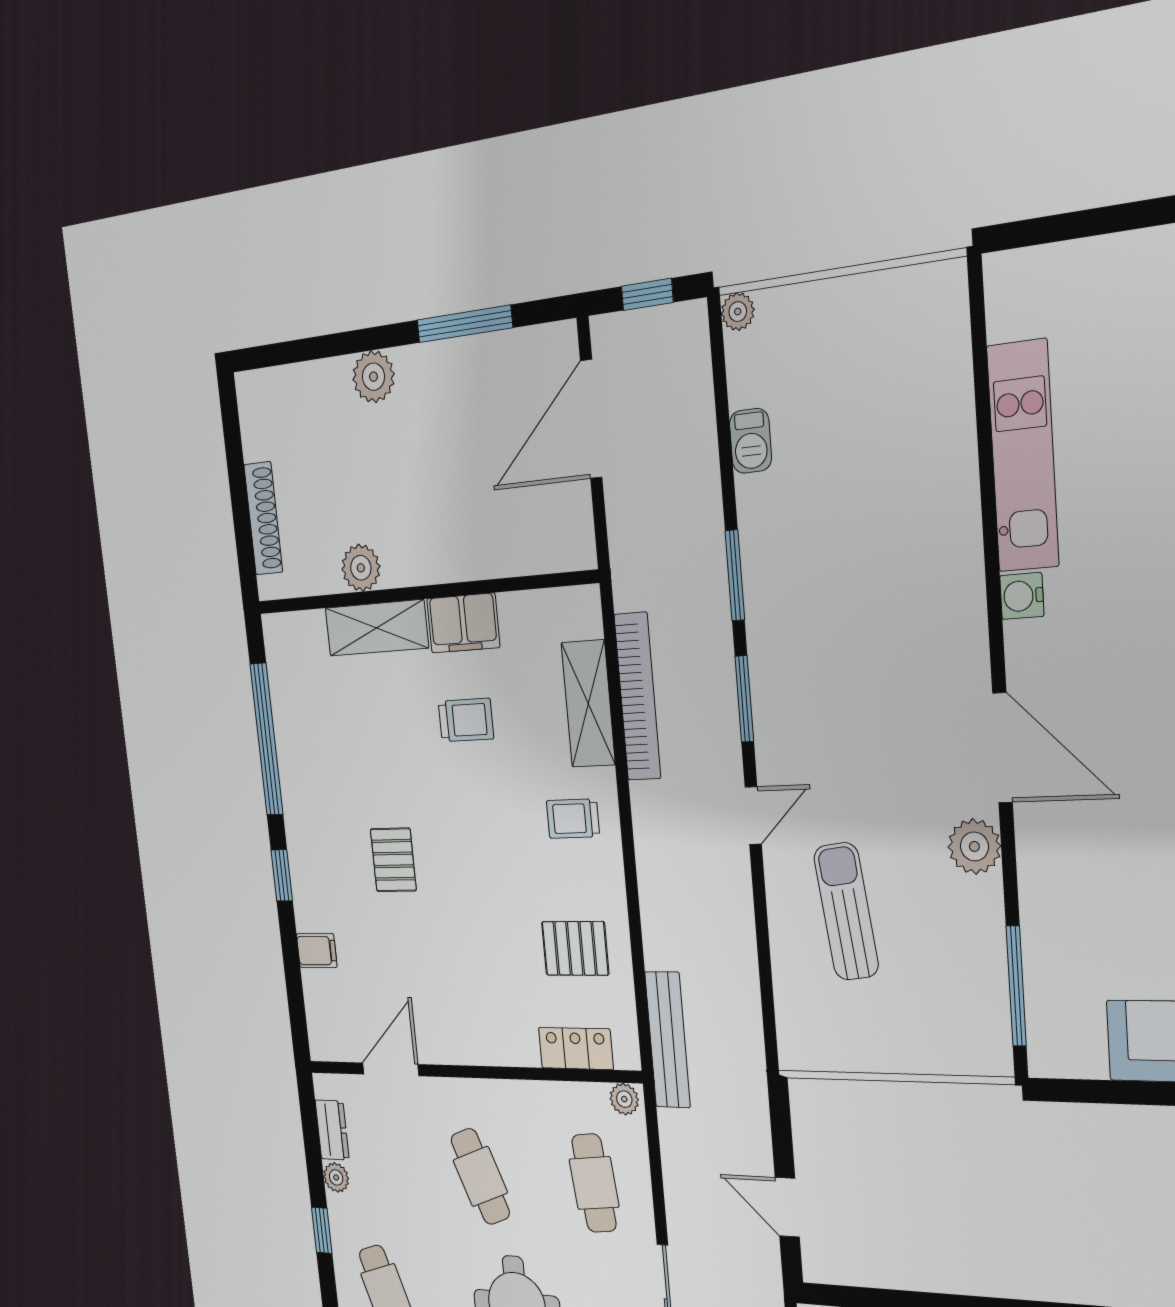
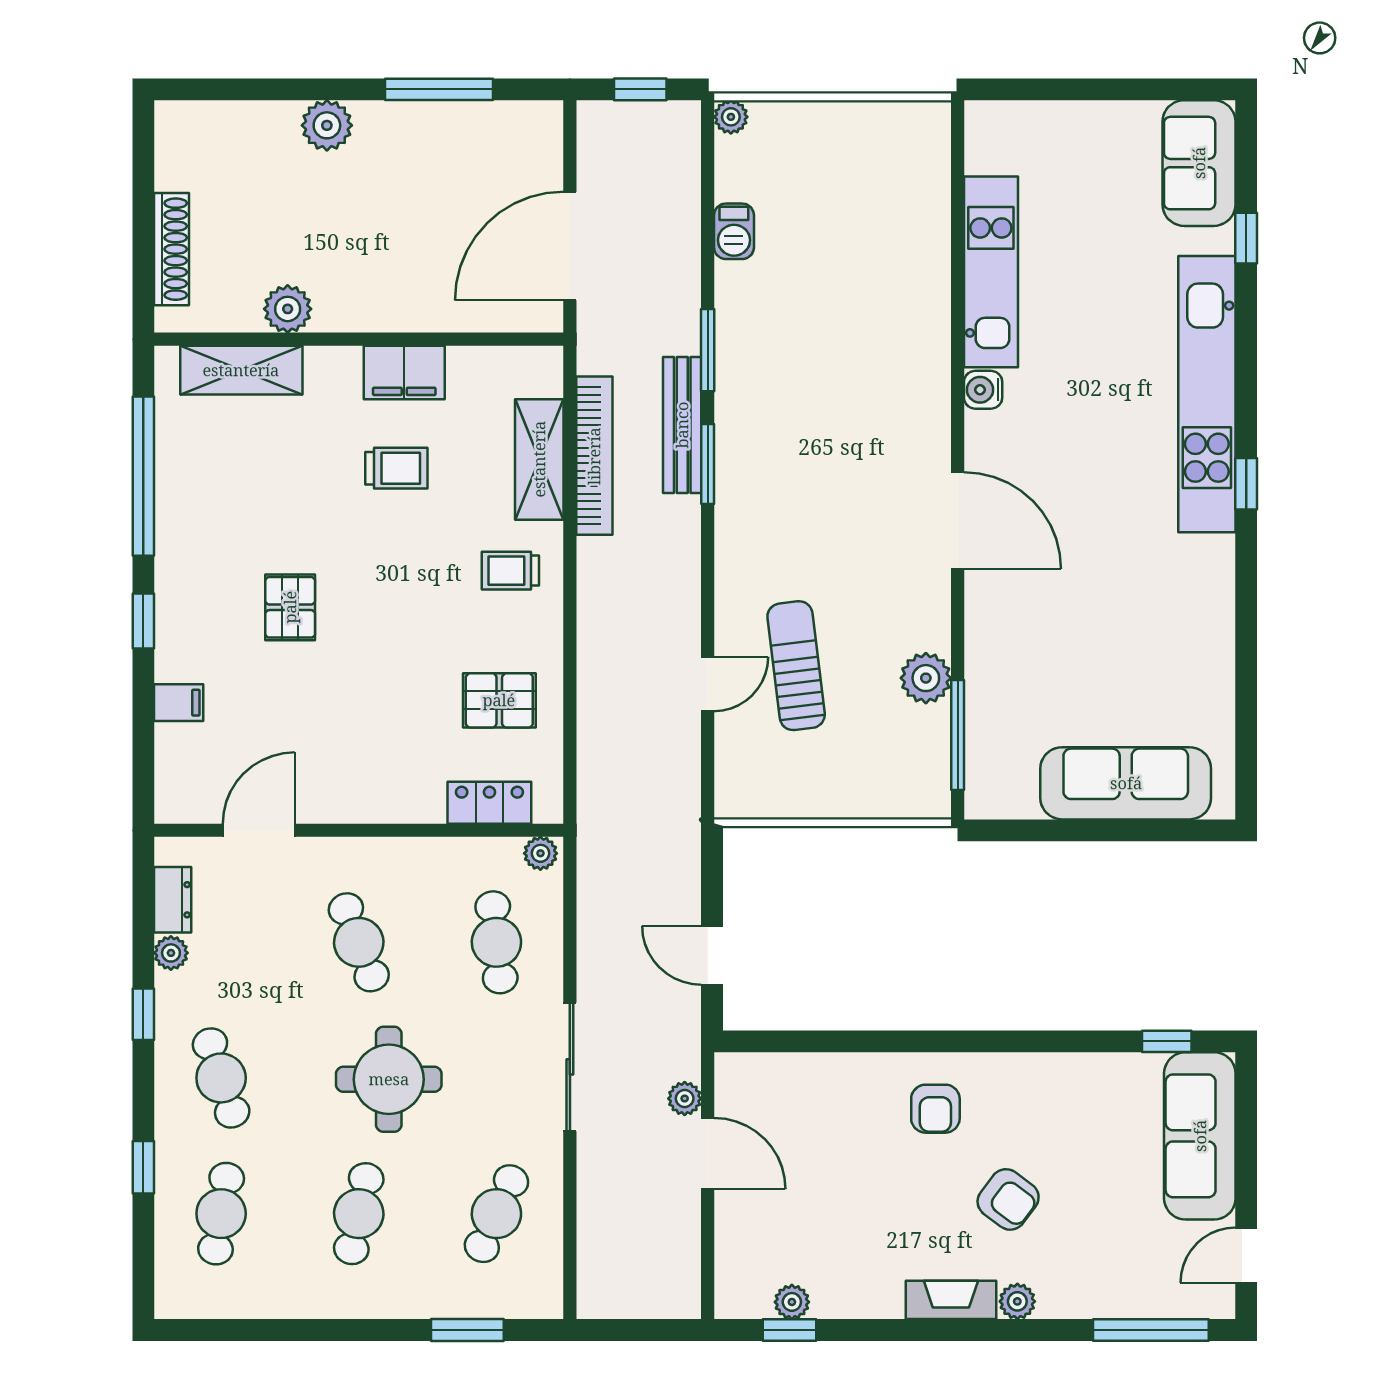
door: (591, 419) -> (570, 246), moved
shelving: (377, 628) -> (241, 370), moved
door: (753, 816) -> (708, 684), moved
plant: (974, 846) -> (926, 678), moved
bench: (667, 1040) -> (682, 425), moved

